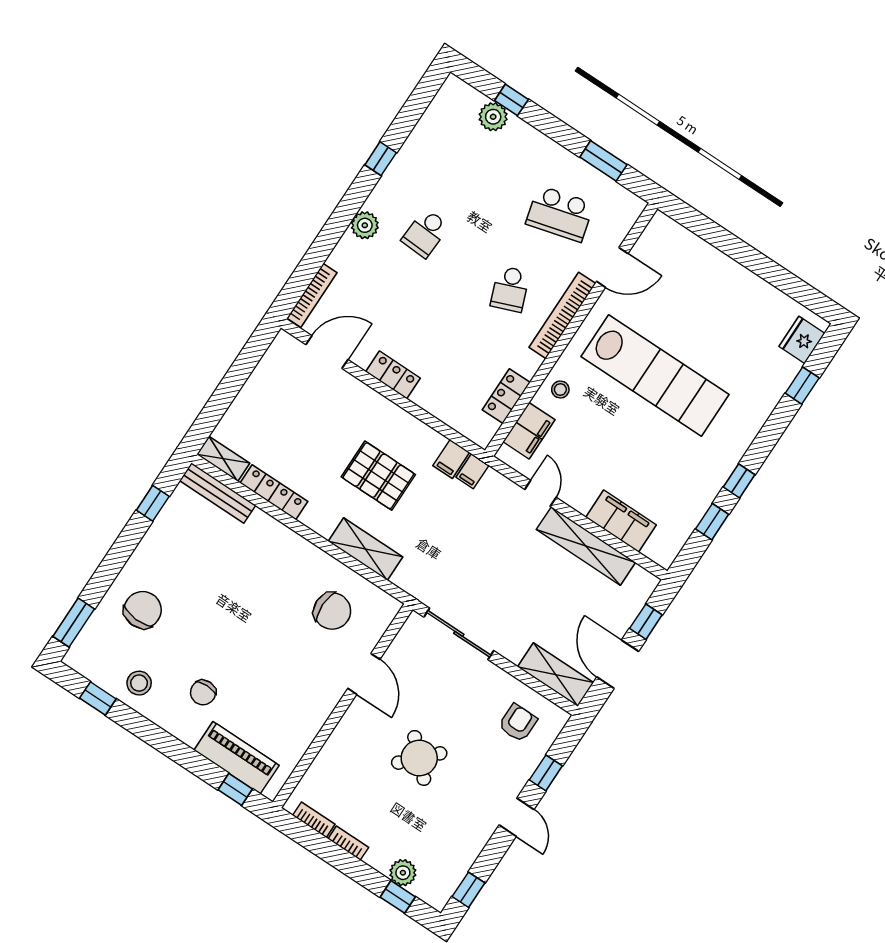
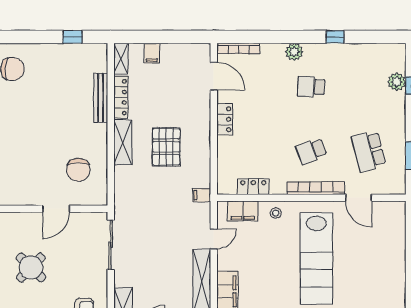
filing cabinet: (451, 459) -> (152, 53), moved, turned -90
bench: (218, 493) -> (101, 98), moved
shelving: (365, 549) -> (123, 142), moved

